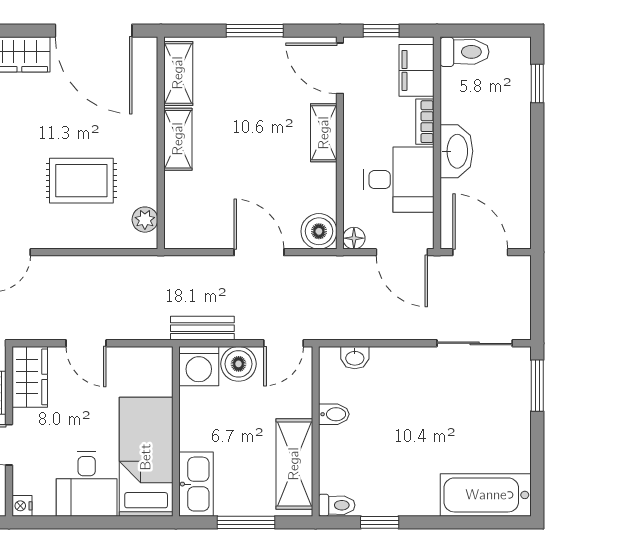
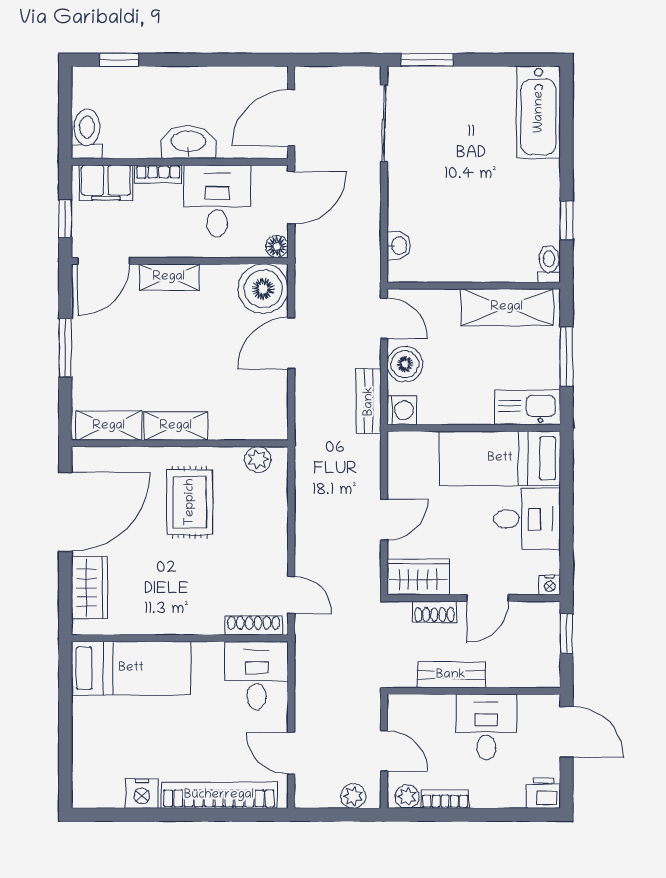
rug: (81, 181) -> (190, 502), moved
boiler: (319, 231) -> (263, 289), width x1.37, depth x1.37
washing machine: (199, 366) -> (402, 410), width x0.73, depth x0.73
bidet: (334, 414) -> (456, 267), removed

